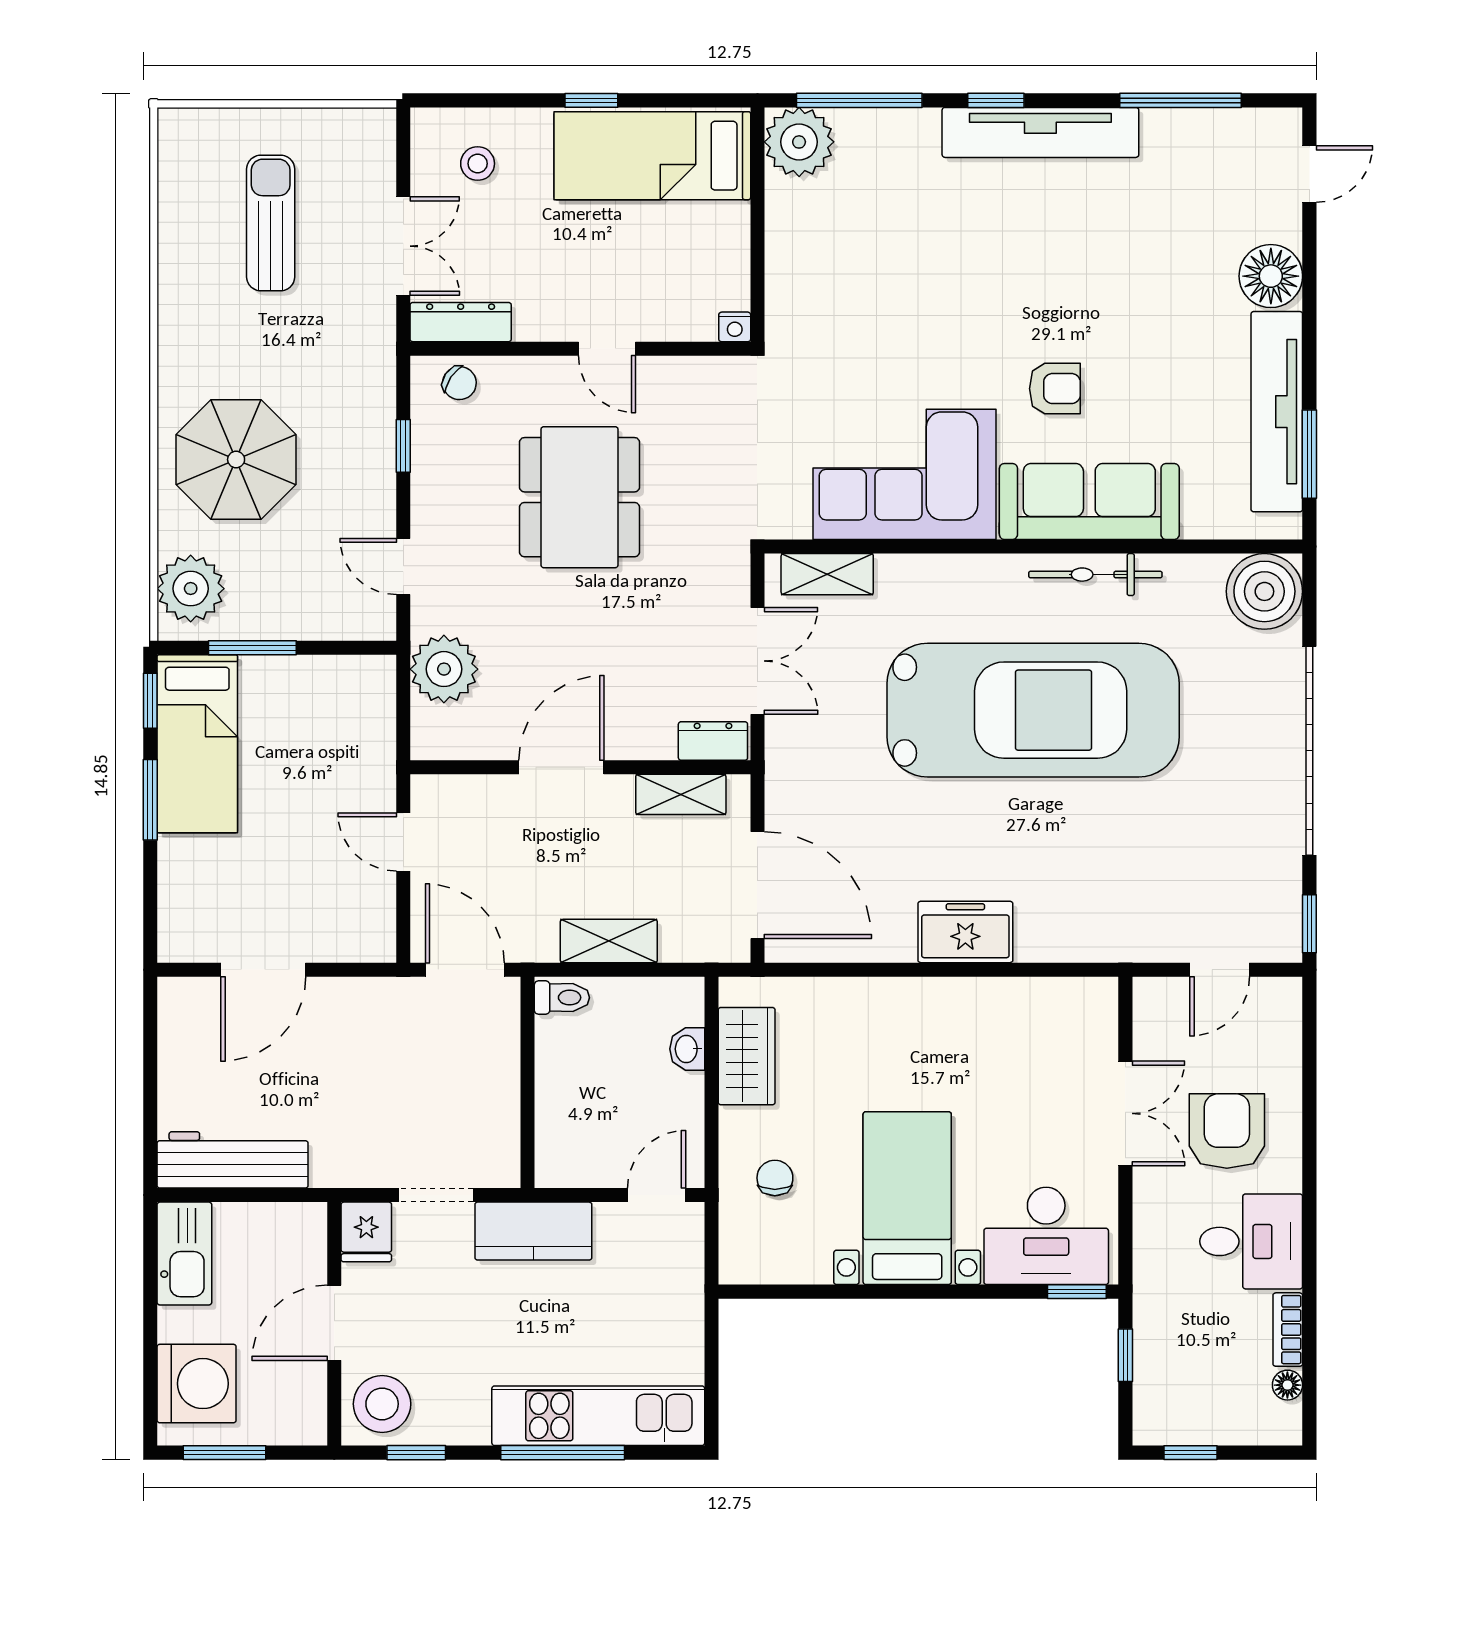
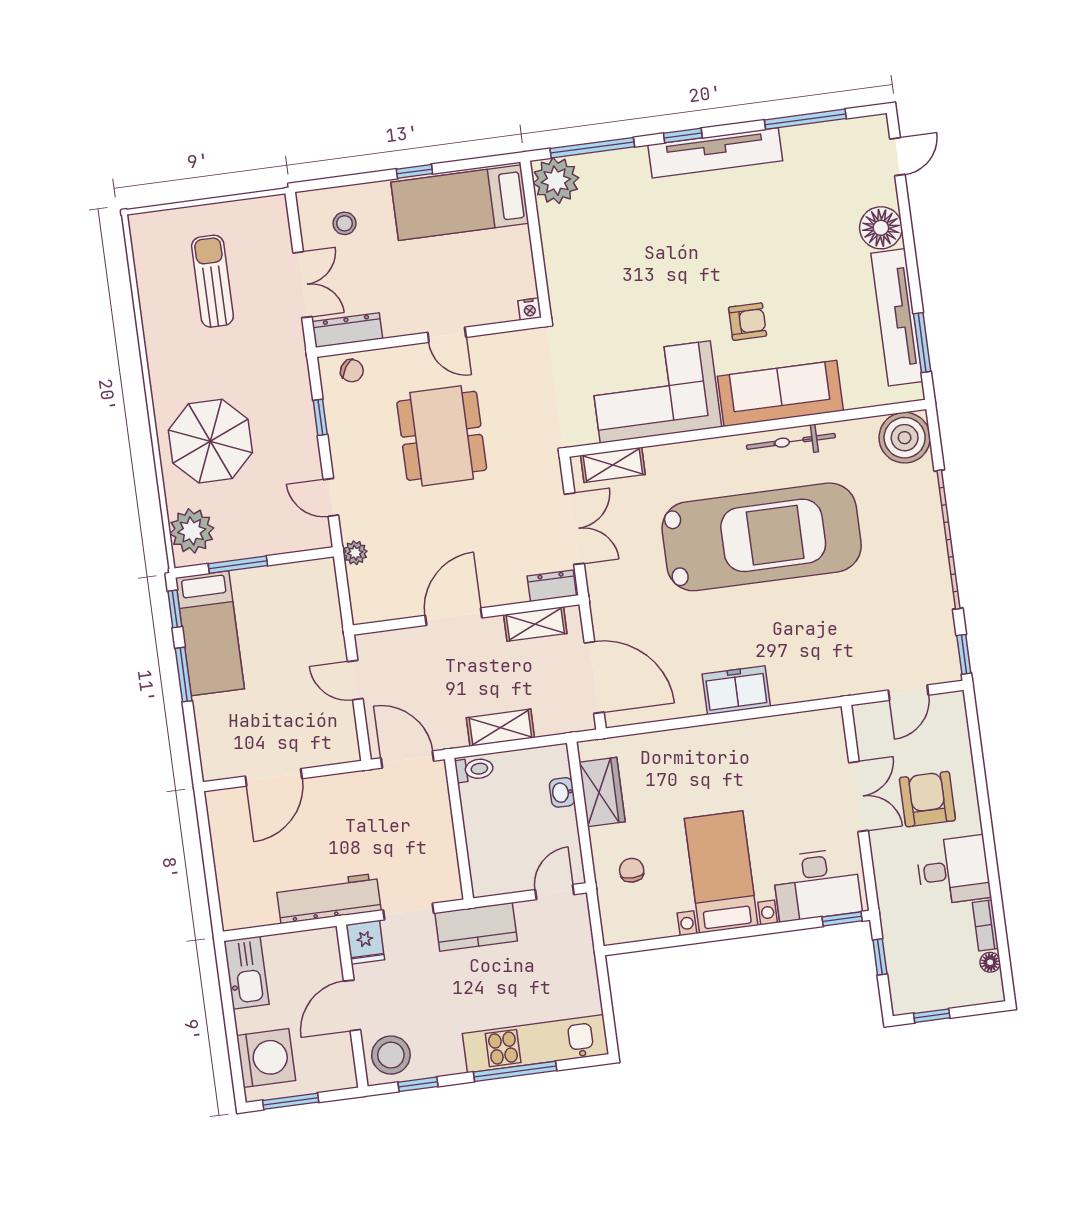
plant: (444, 669) -> (355, 553), width x0.53, depth x0.53
workbench: (233, 1160) -> (329, 898), moved

